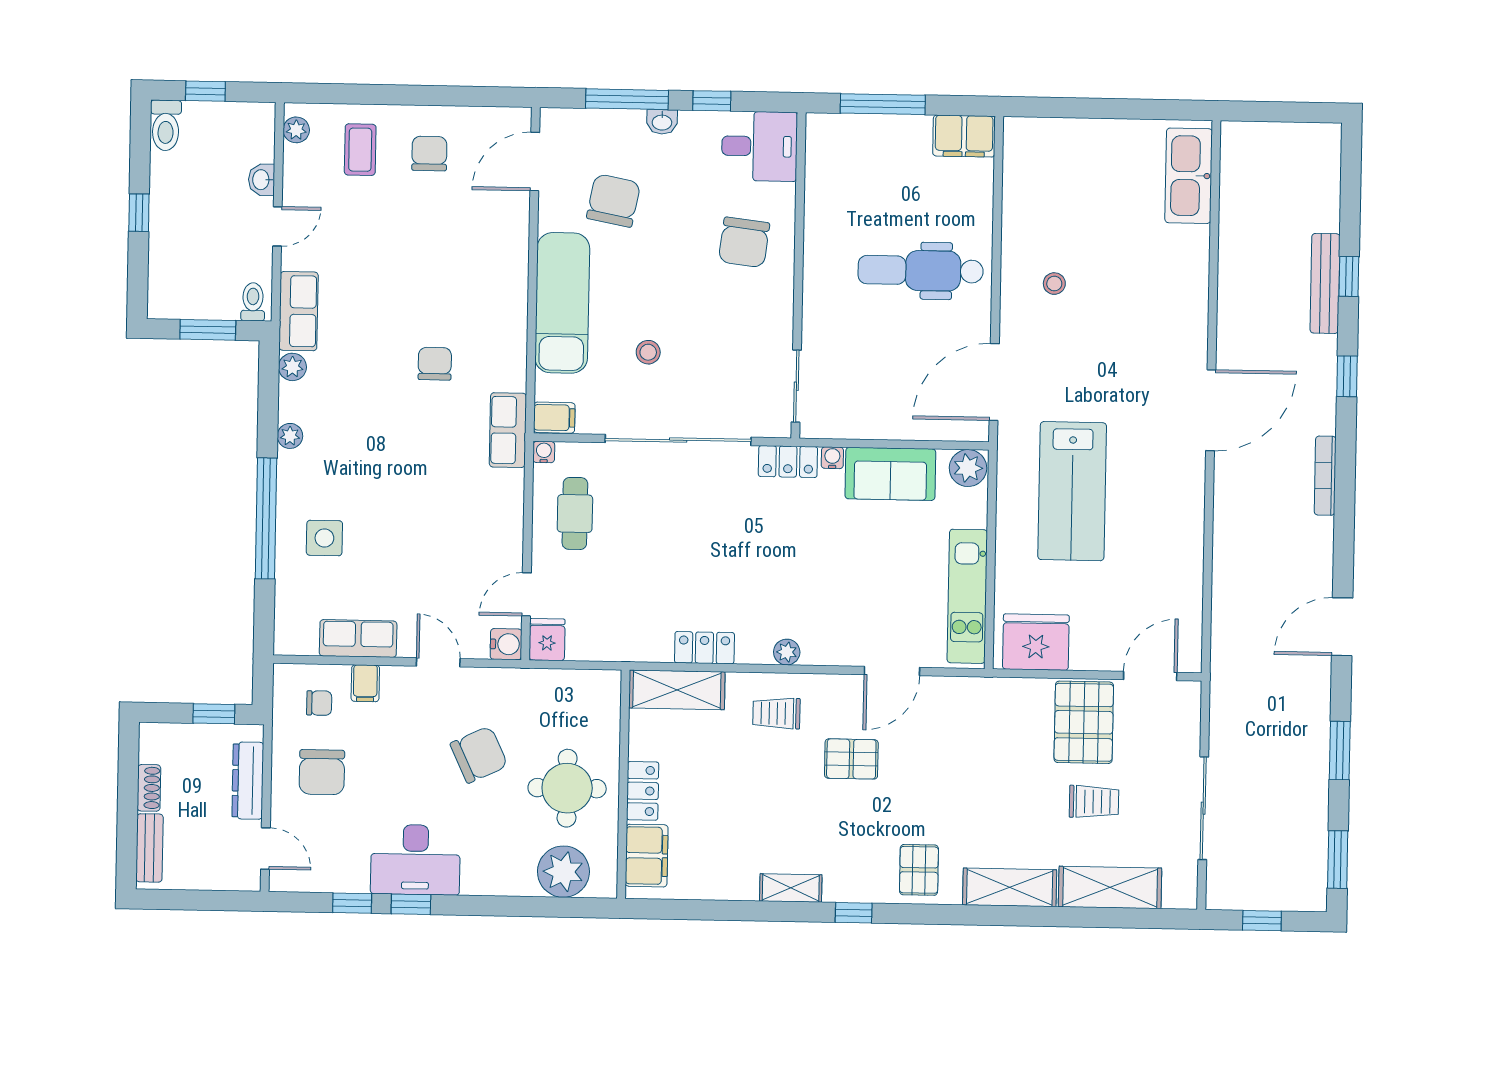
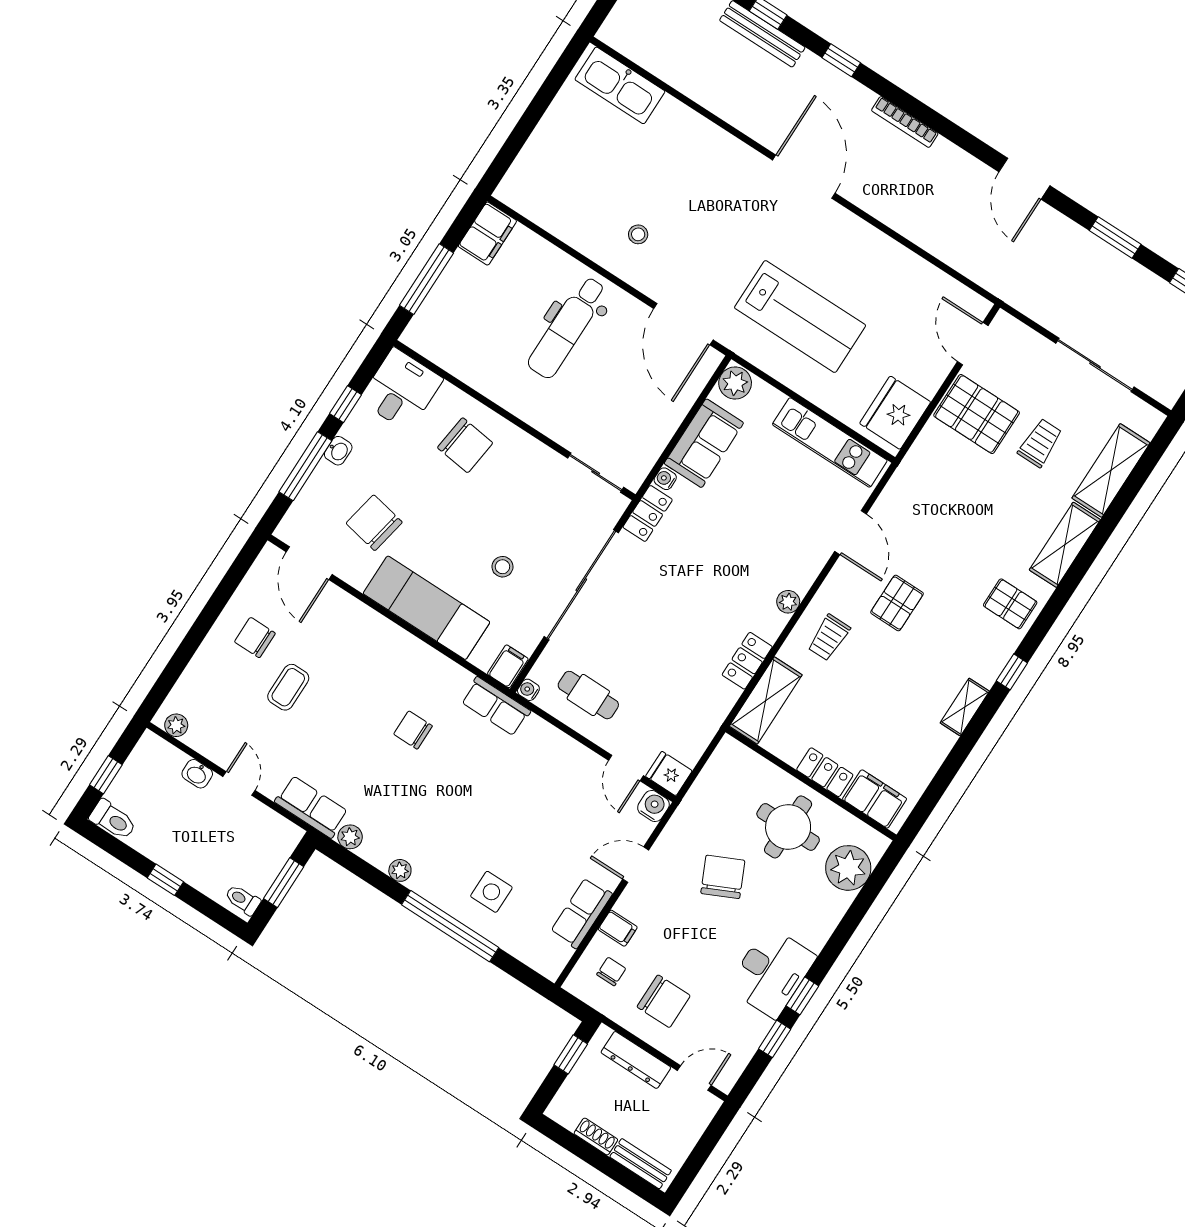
coffee table: (360, 150) -> (288, 687), moved, turned 90
toilet: (253, 302) -> (243, 900), moved

